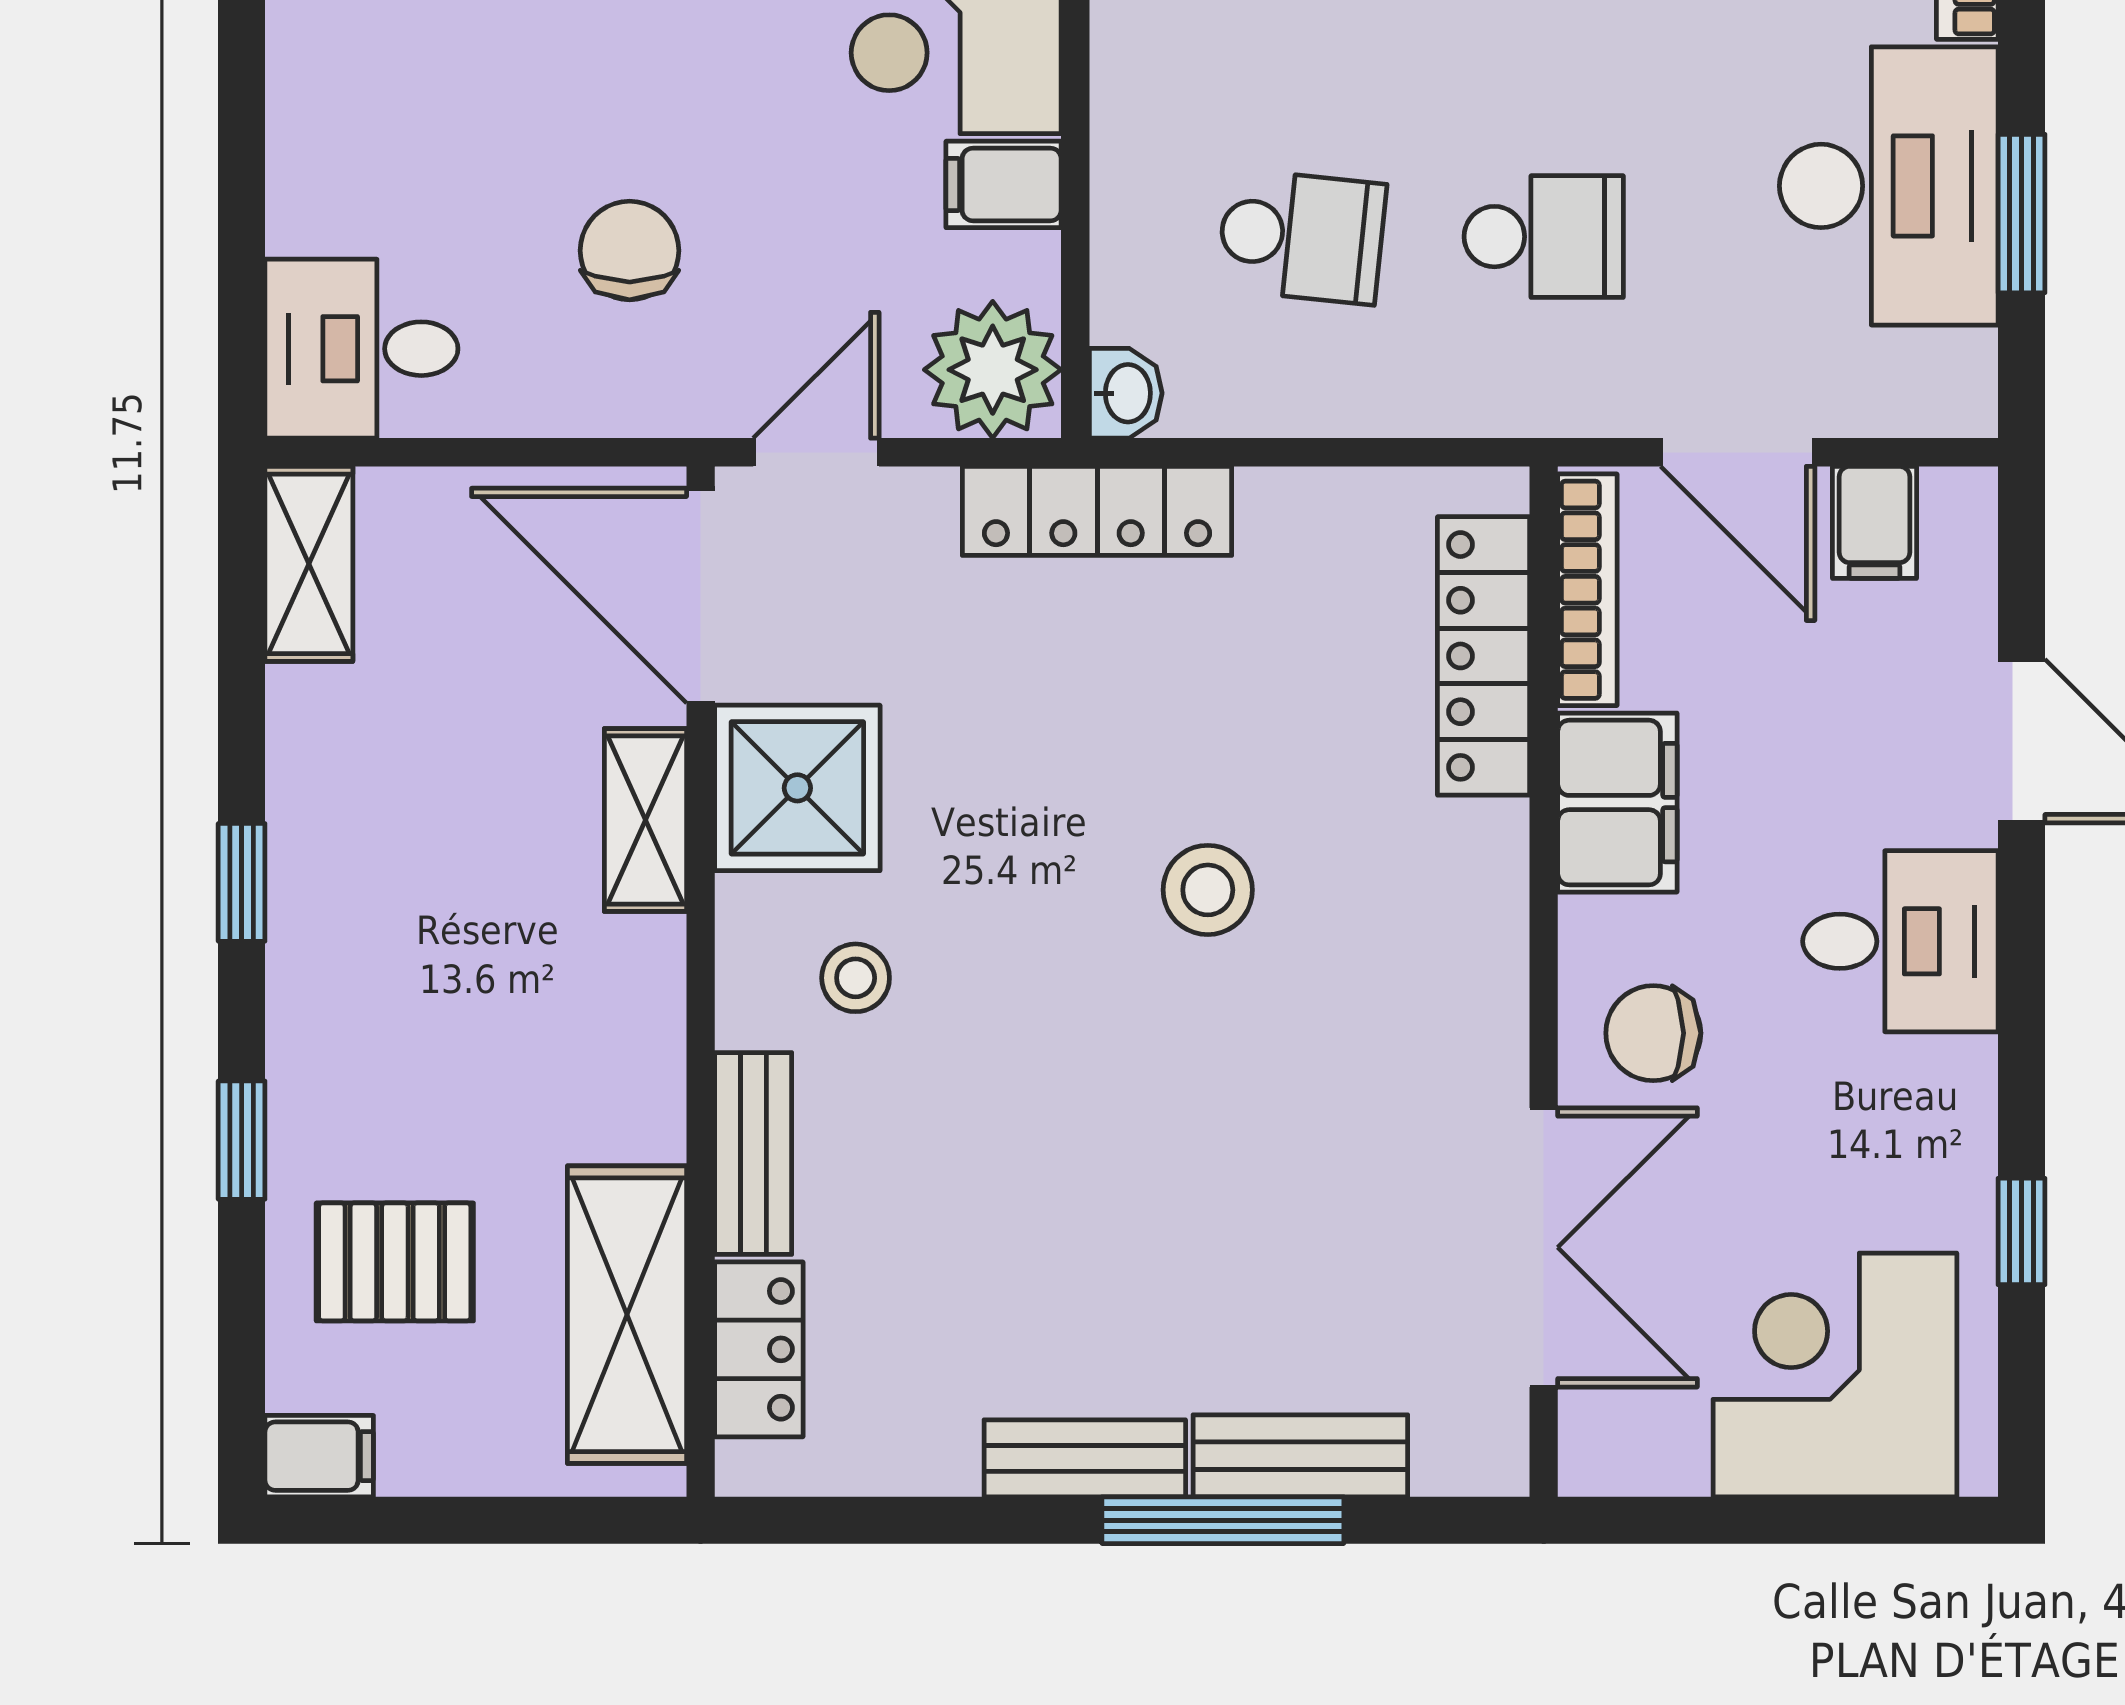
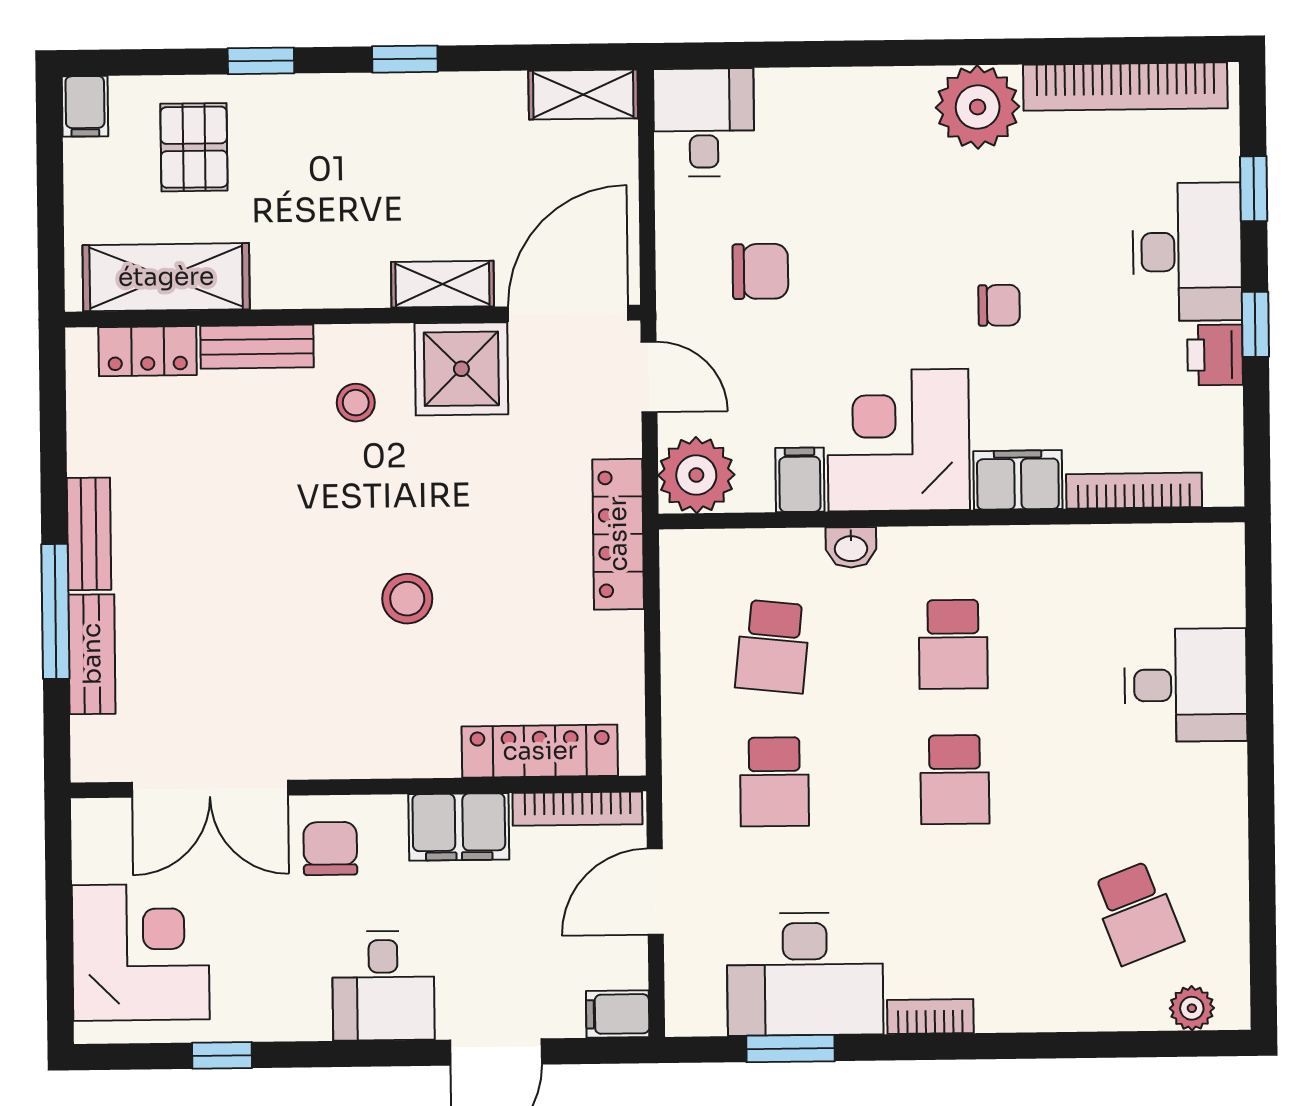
washbasin: (1126, 393) -> (851, 547), moved
filing cabinet: (1874, 522) -> (618, 1014), moved

